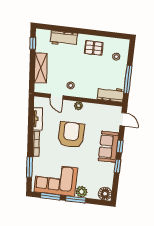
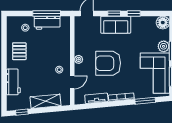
workbench: (111, 94) -> (47, 23), moved, turned -90

